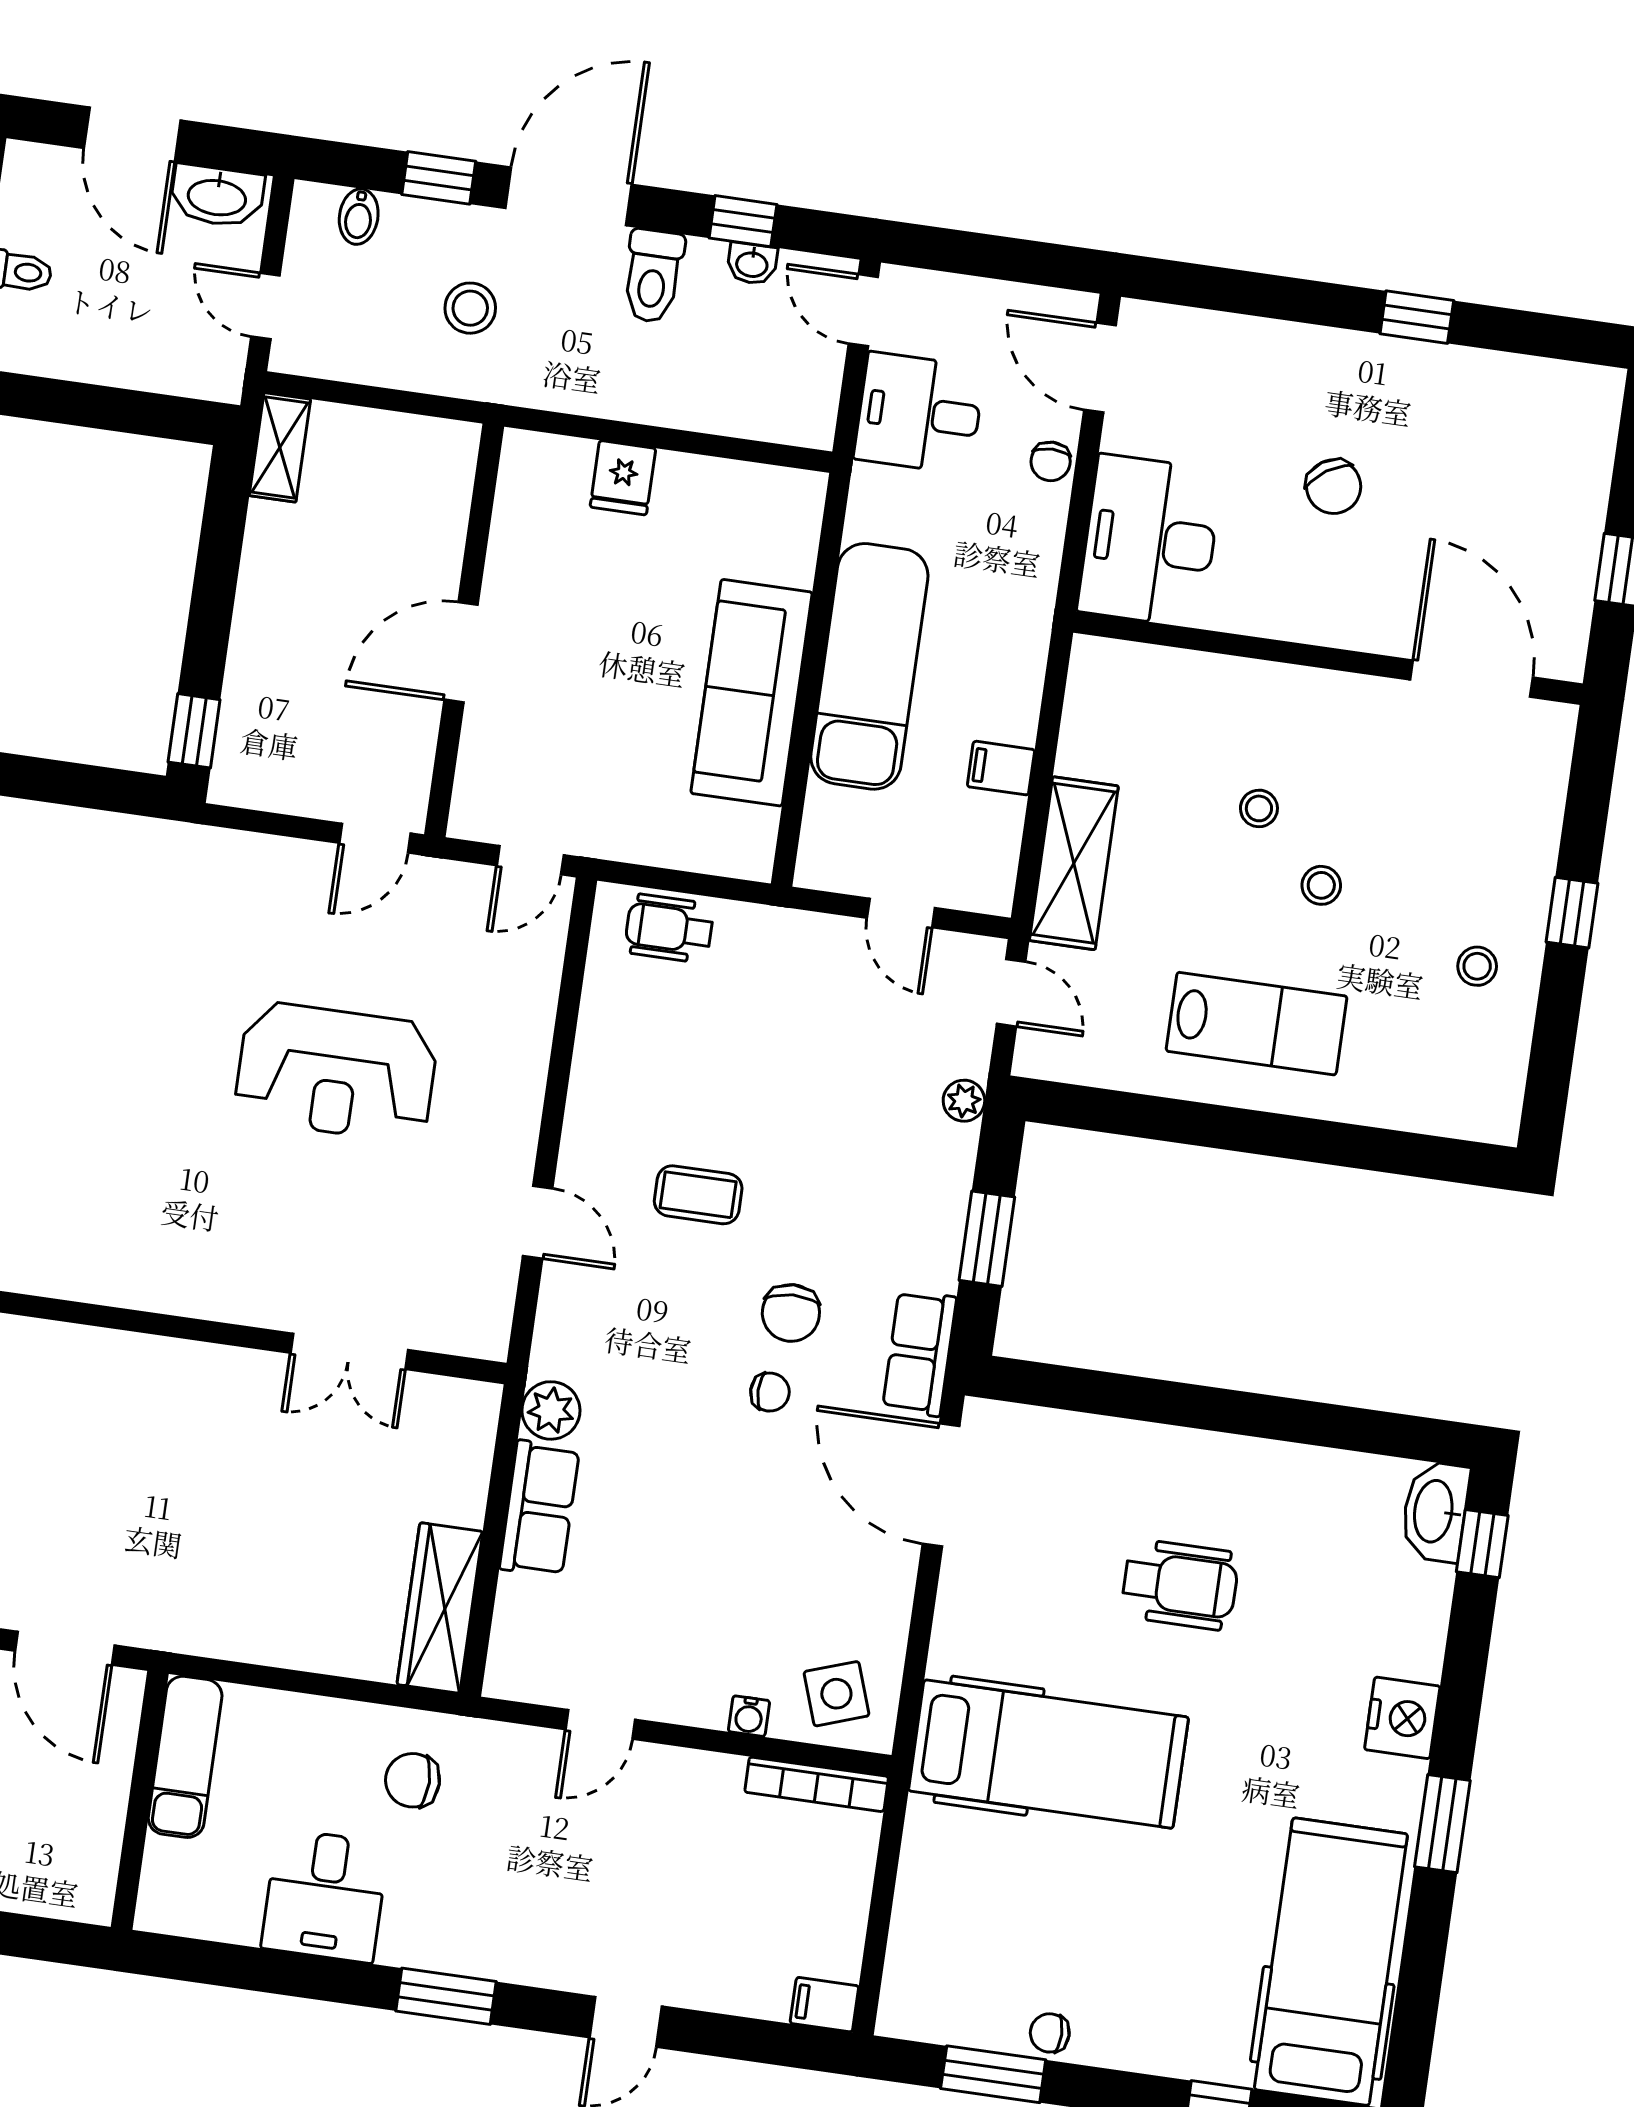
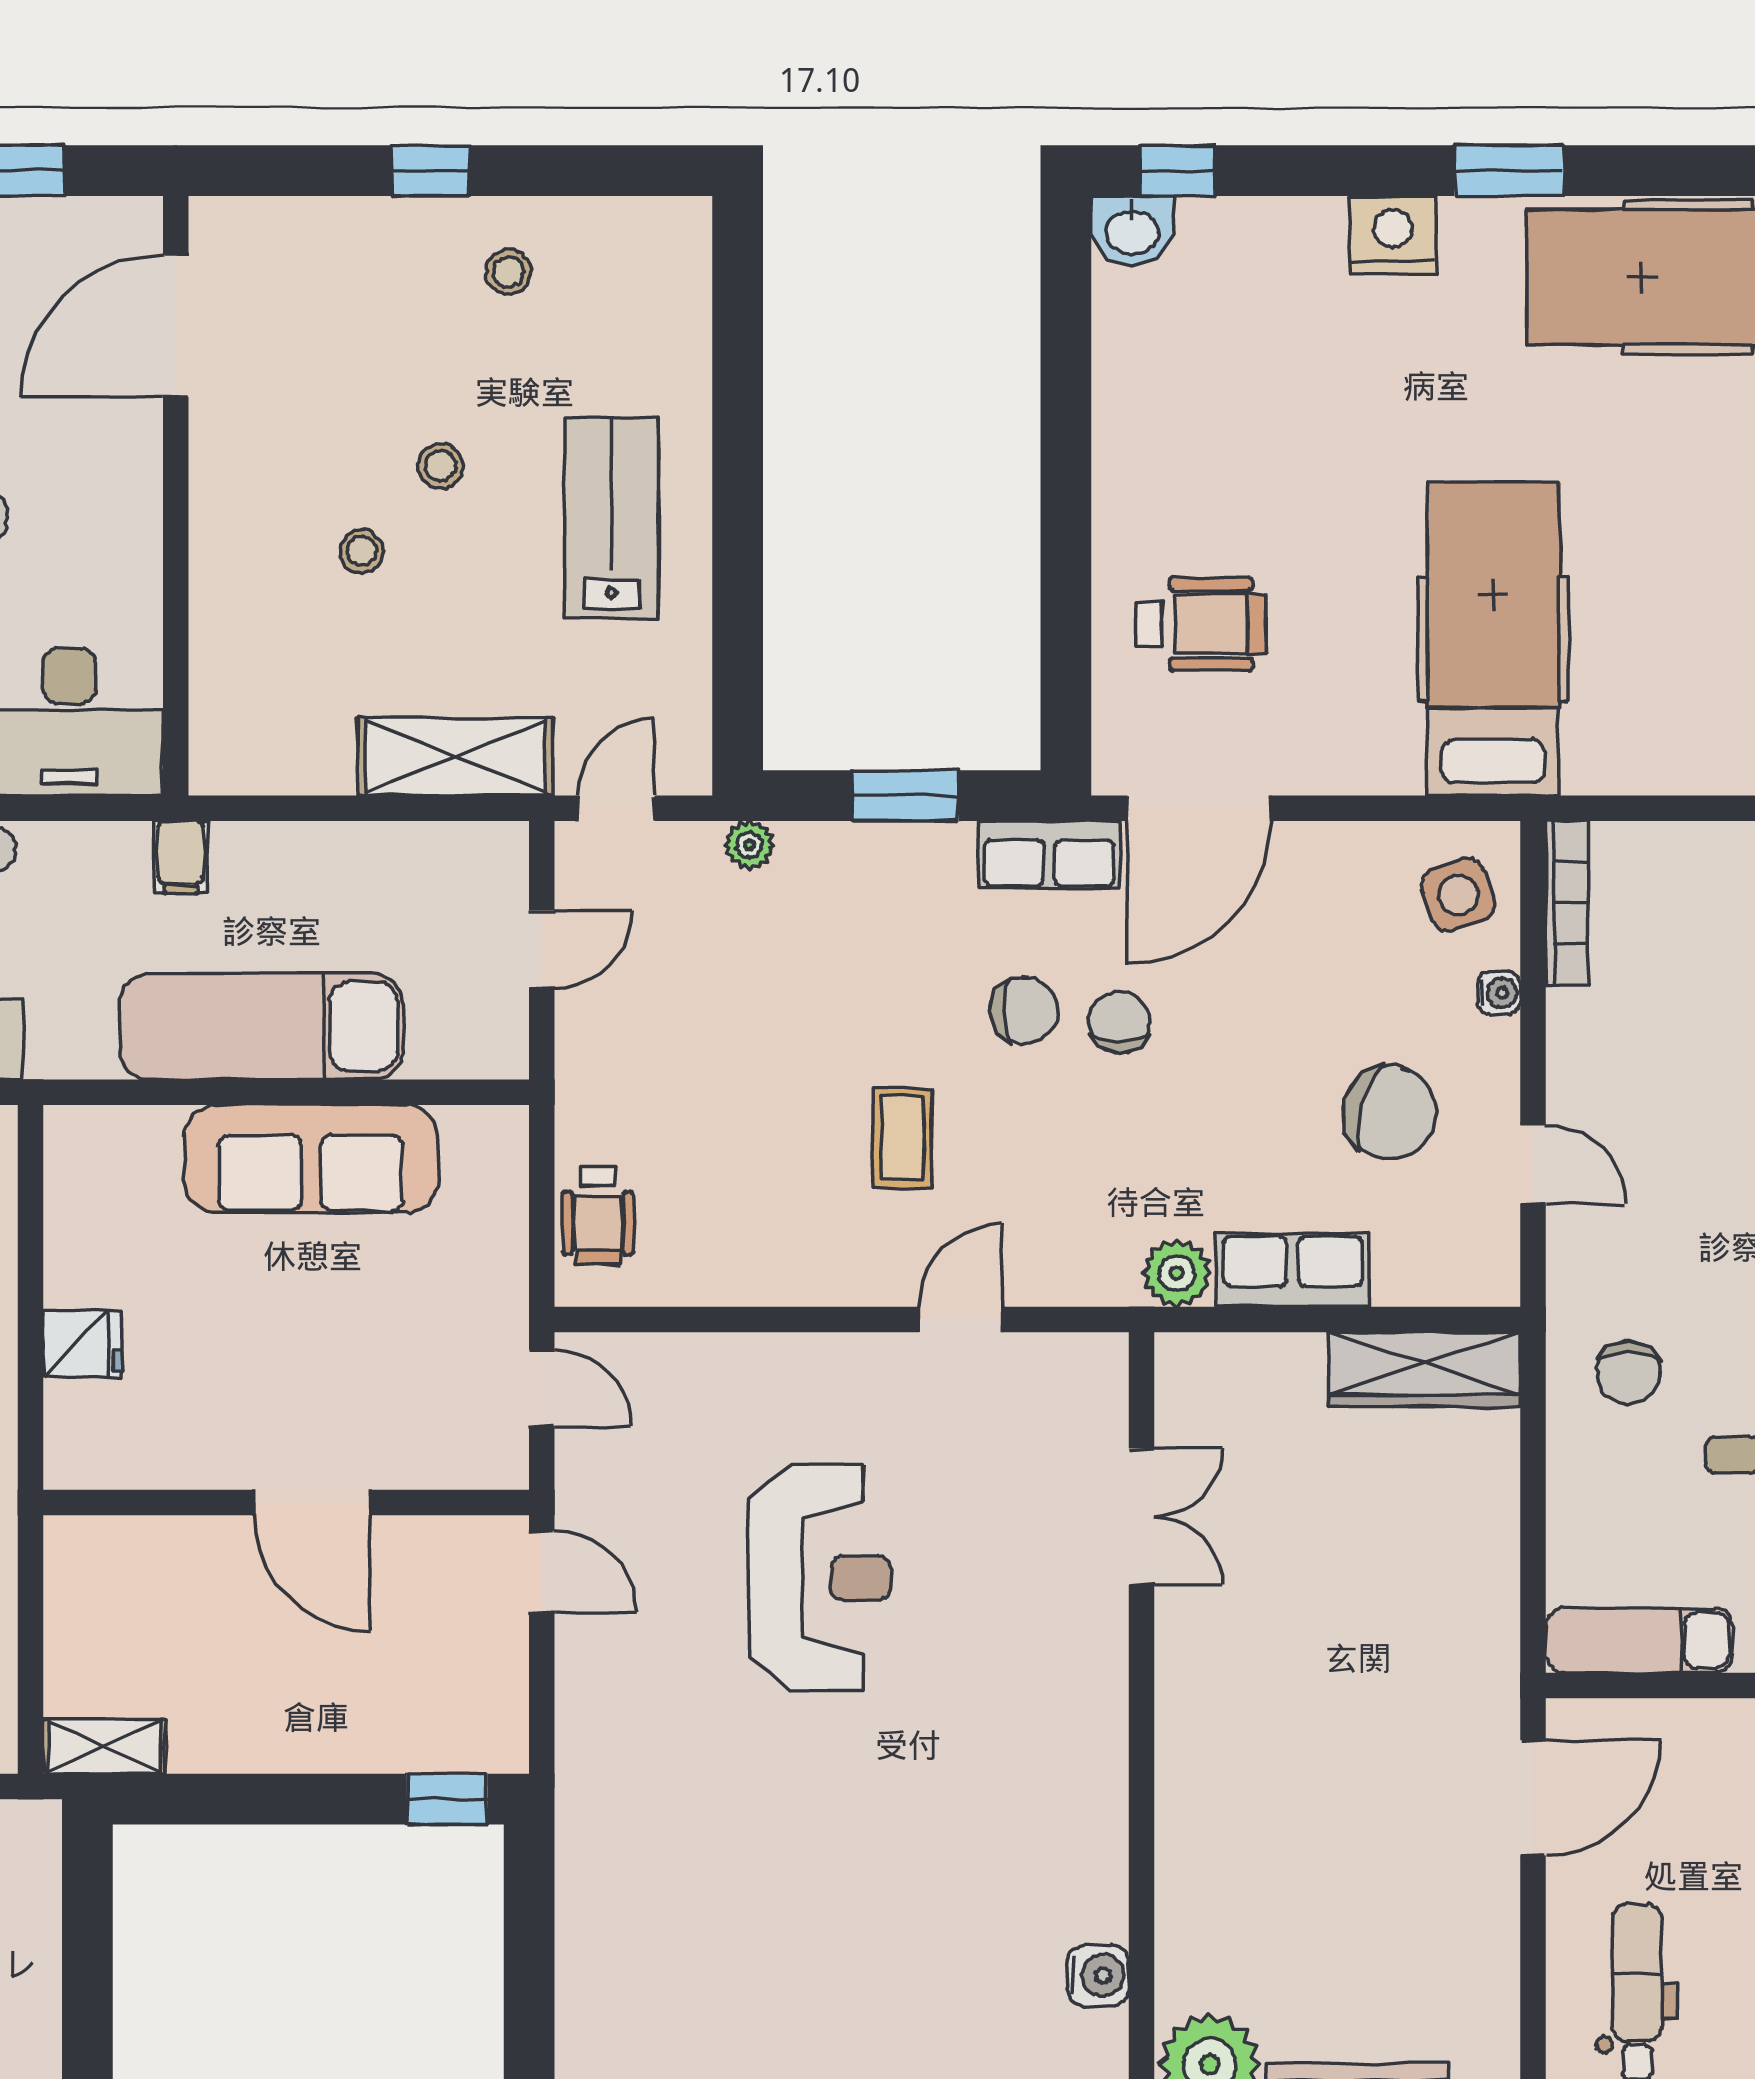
filing cabinet: (1001, 768) -> (181, 857), moved
chair: (770, 1392) -> (1119, 1022), width x1.37, depth x1.37
washbasin: (1435, 1511) -> (1132, 231), width x0.72
wheelchair: (1180, 1585) -> (1201, 624), moved, turned 90
chair: (661, 1609) -> (1390, 1112), added

